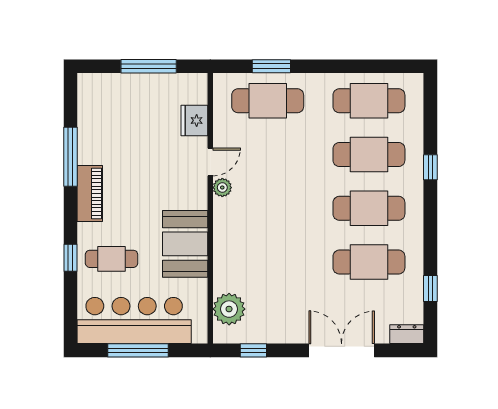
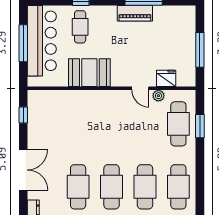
plant: (222, 188) -> (158, 96), moved
piano: (90, 193) -> (135, 13), moved
plant: (229, 309) -> (49, 100), removed

